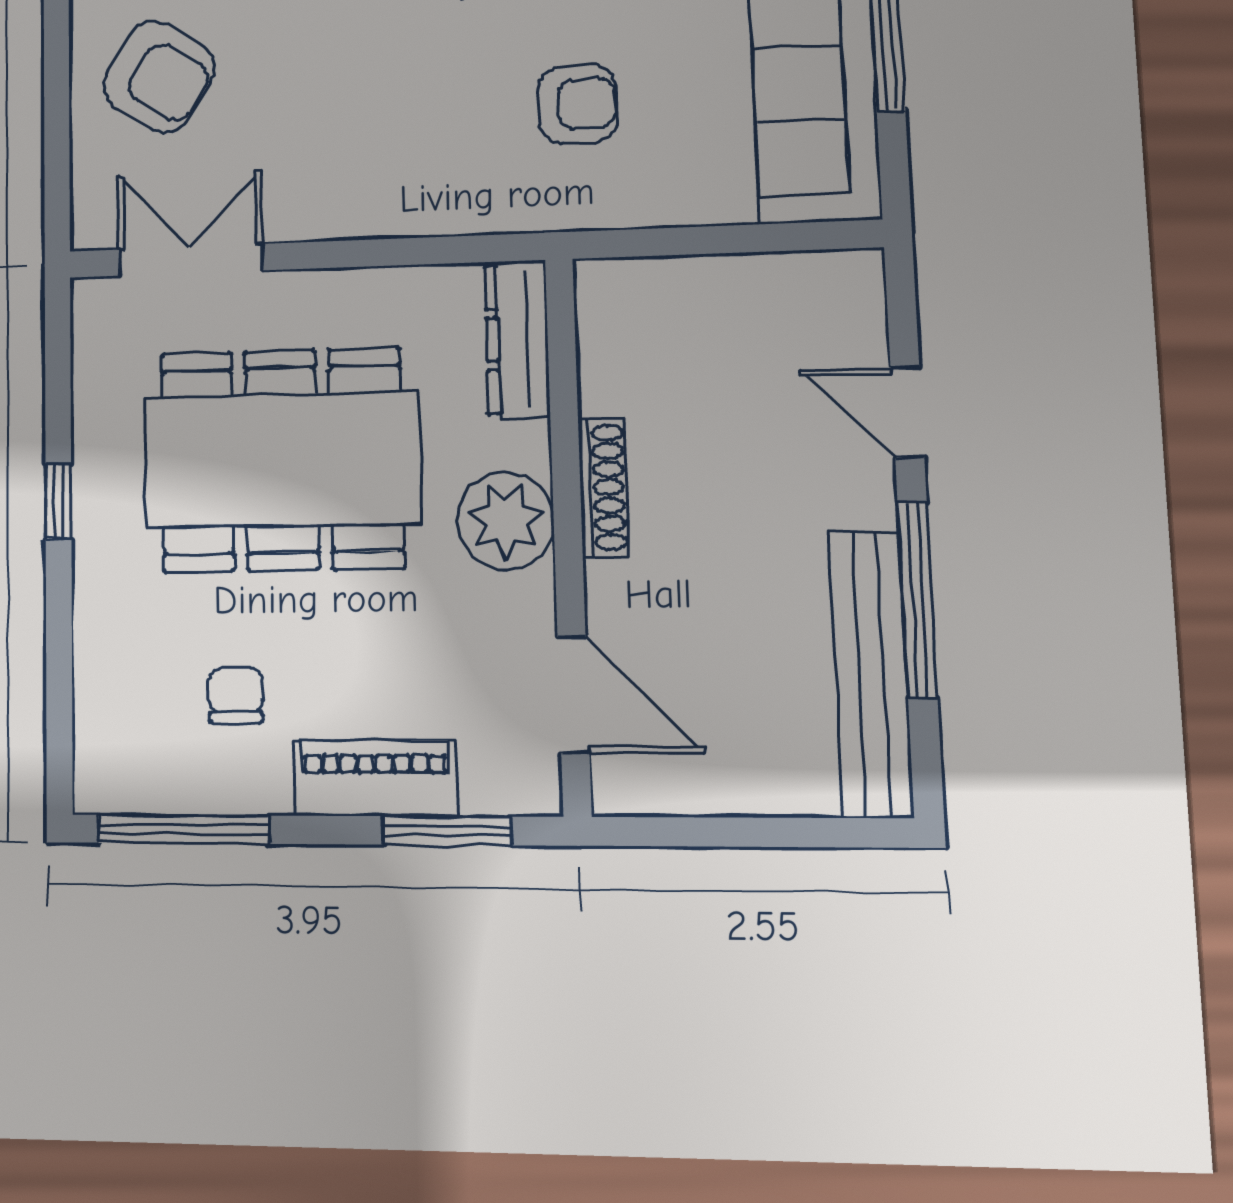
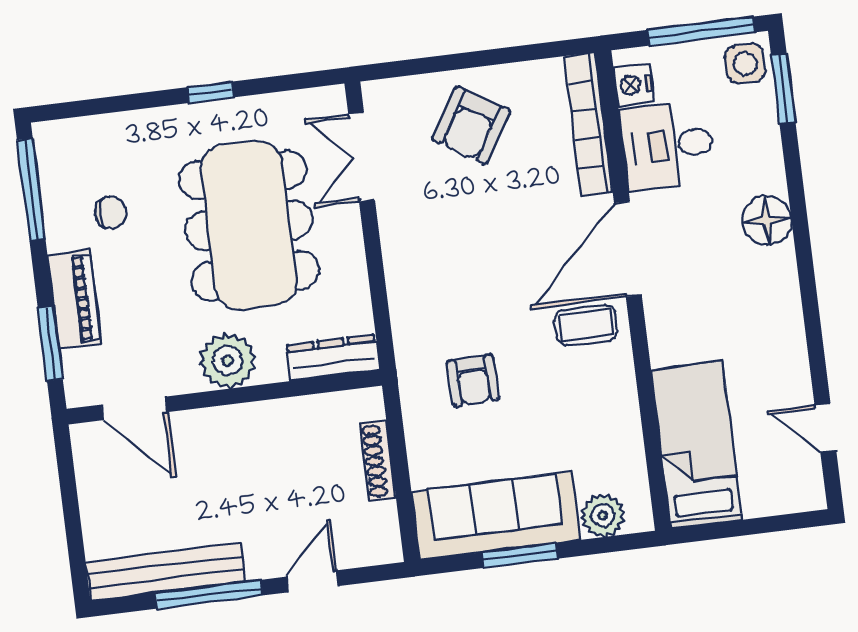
double door: (190, 260) -> (362, 157), swing flipped
shoe rack: (603, 487) -> (378, 461), moved, turned 90
door: (573, 695) -> (134, 408), hinge flipped

